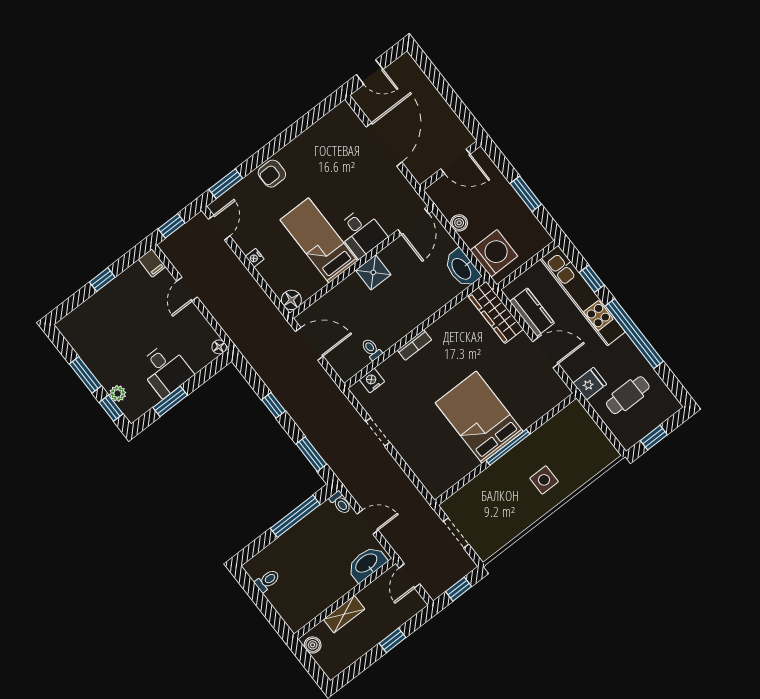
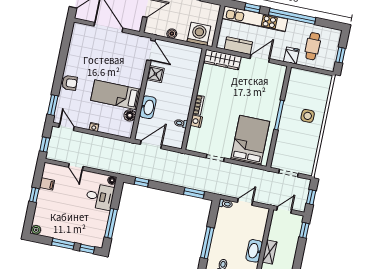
armchair: (272, 174) -> (70, 83), turned -94
desk: (361, 233) -> (132, 75), removed
filing cabinet: (152, 263) -> (47, 184), moved
washbasin: (462, 268) -> (148, 107), moved, turned -90
shower: (373, 272) -> (155, 74), moved
floor lamp: (291, 300) -> (130, 115), moved
desk: (165, 370) -> (100, 197), moved
nightstand: (372, 381) -> (196, 121), moved
plant: (118, 394) -> (36, 230), moved
window: (170, 401) -> (111, 223), width x1.44
window: (273, 405) -> (142, 182), moved
bed: (479, 417) -> (250, 140), moved, turned 90
window: (295, 516) -> (207, 243), moved
washbasin: (367, 564) -> (254, 251), moved
door: (409, 576) -> (284, 210), swing flipped
window: (393, 640) -> (304, 230), moved

